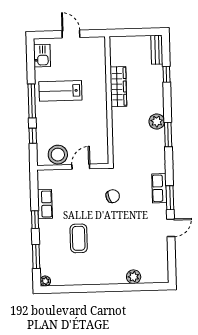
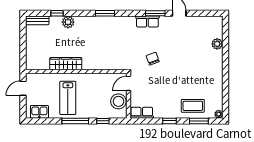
wardrobe: (118, 87) -> (66, 64), moved
wall: (109, 100) -> (76, 71), moved
plant: (157, 121) -> (68, 22), moved
door: (81, 167) -> (129, 83), hinge flipped
row of seats: (45, 204) -> (142, 113), moved
coffee table: (79, 238) -> (193, 106), moved

